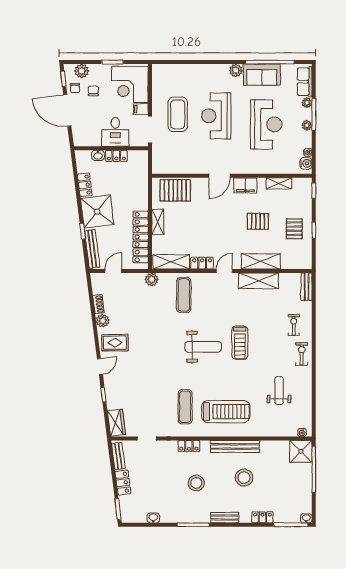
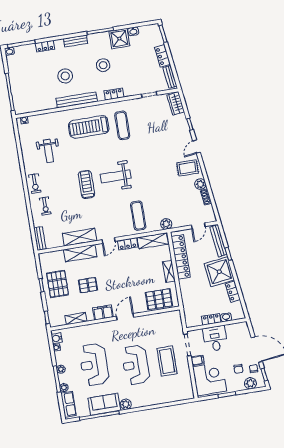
reception desk: (216, 116) -> (136, 365), turned 180
pallet: (294, 229) -> (58, 284), width x1.50, depth x1.42
shower: (301, 451) -> (119, 39), moved

